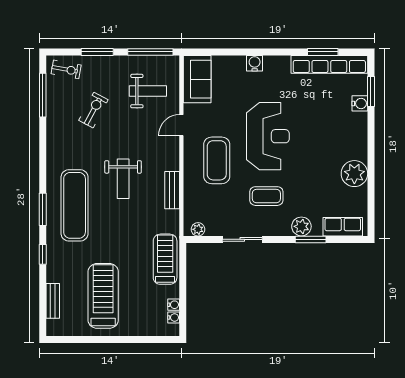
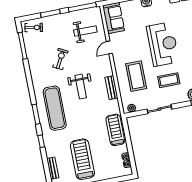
exercise bike: (93, 110) -> (60, 59), moved
coffee table: (217, 160) -> (136, 76), moved

